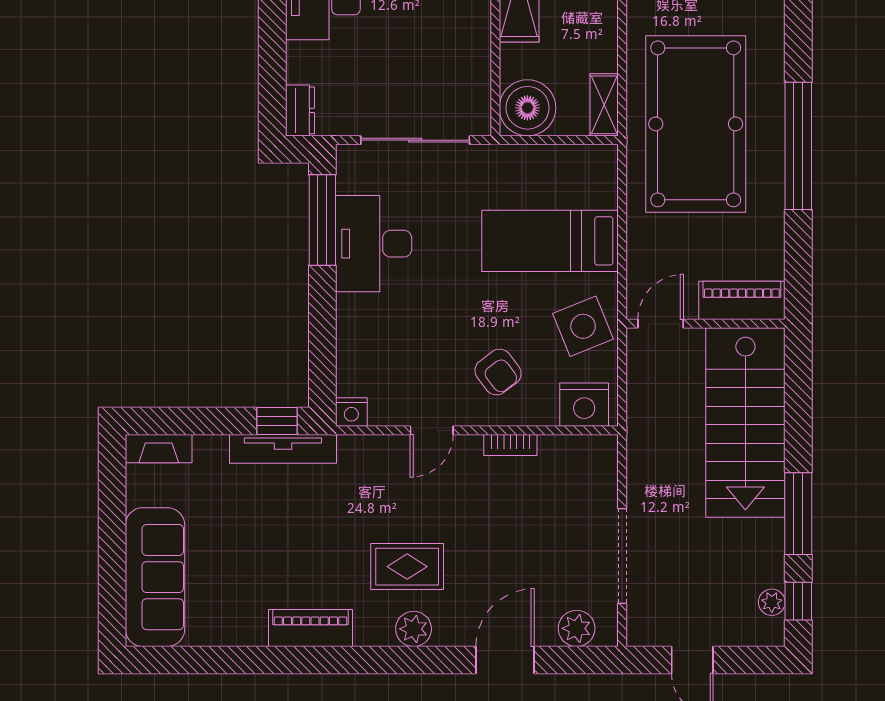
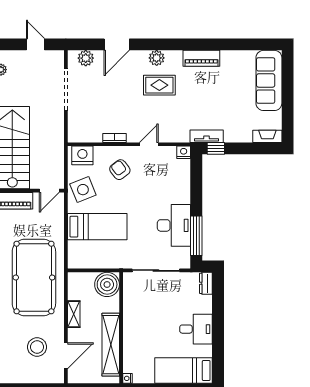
shelving: (604, 105) -> (74, 314), moved
tv unit: (283, 449) -> (207, 136), width x0.71

